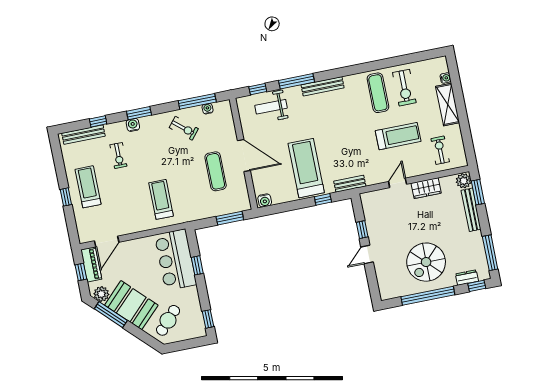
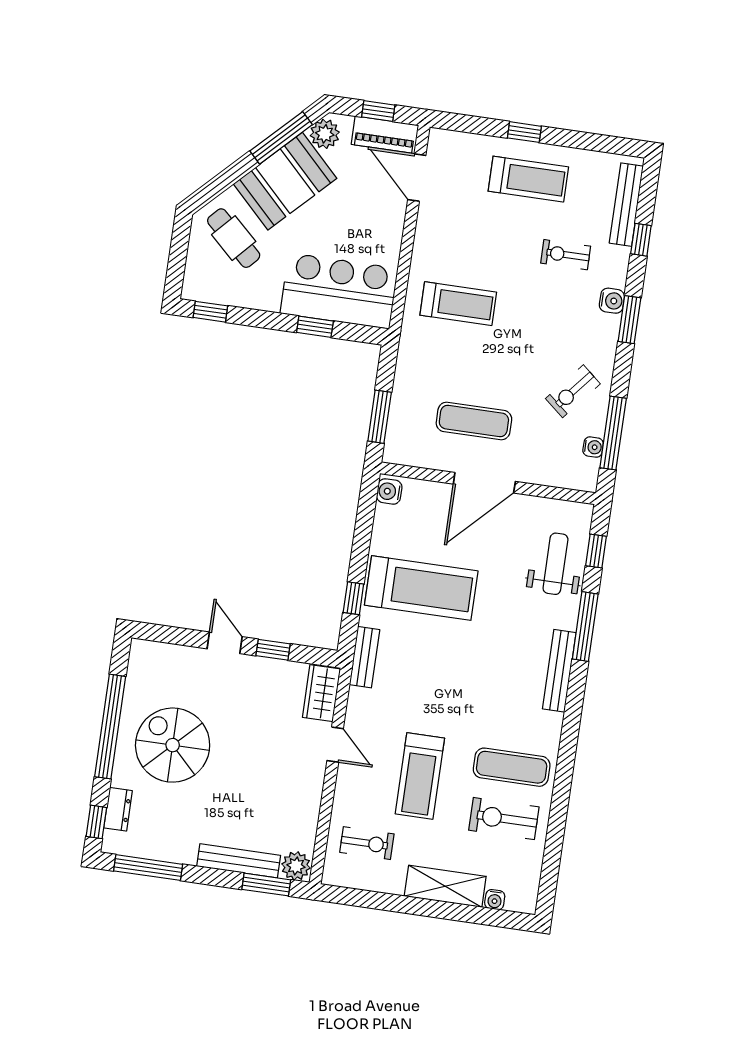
wardrobe: (426, 188) -> (321, 693), moved

